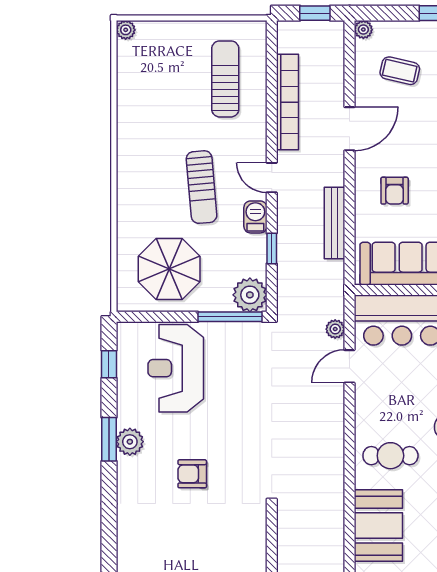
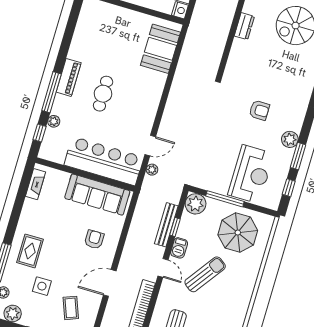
coffee table: (400, 71) -> (71, 308), turned 56
sun lounger: (202, 187) -> (205, 274), turned 41
bench: (335, 223) -> (166, 225), moved
window: (230, 317) -> (225, 199), moved
window: (109, 439) -> (298, 156), moved
cafe table: (390, 456) -> (142, 87), removed

